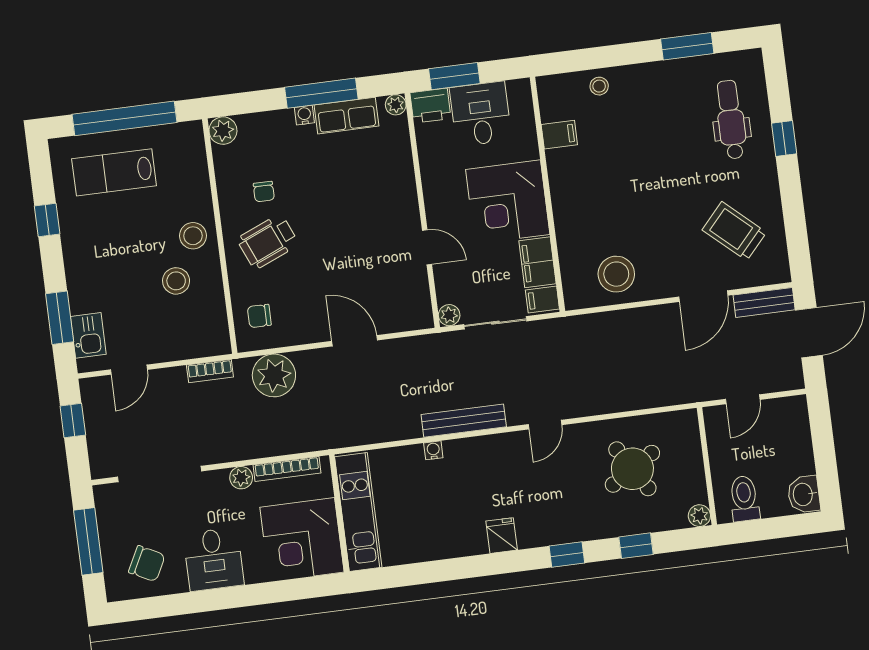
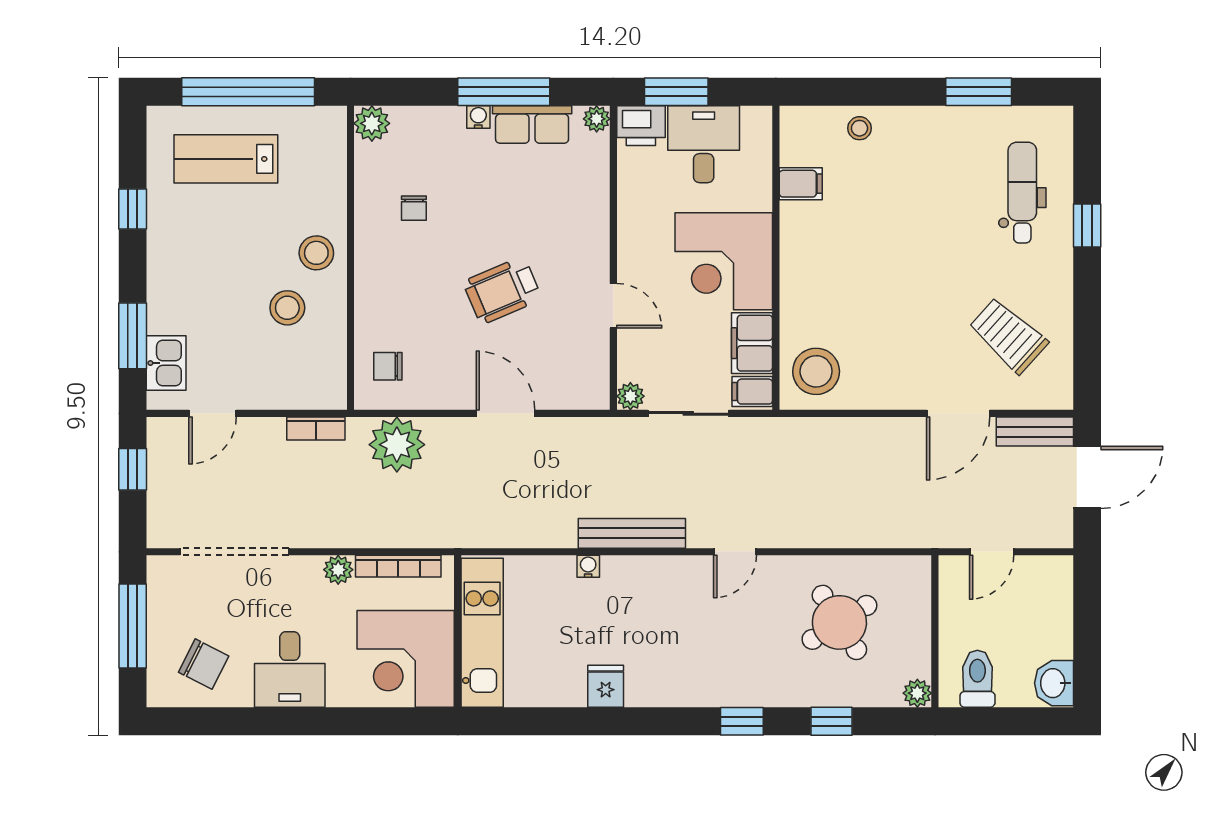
wheelchair: (268, 242) -> (502, 290), moved
stool: (616, 274) -> (816, 371), moved
fridge: (502, 536) -> (606, 686), moved

